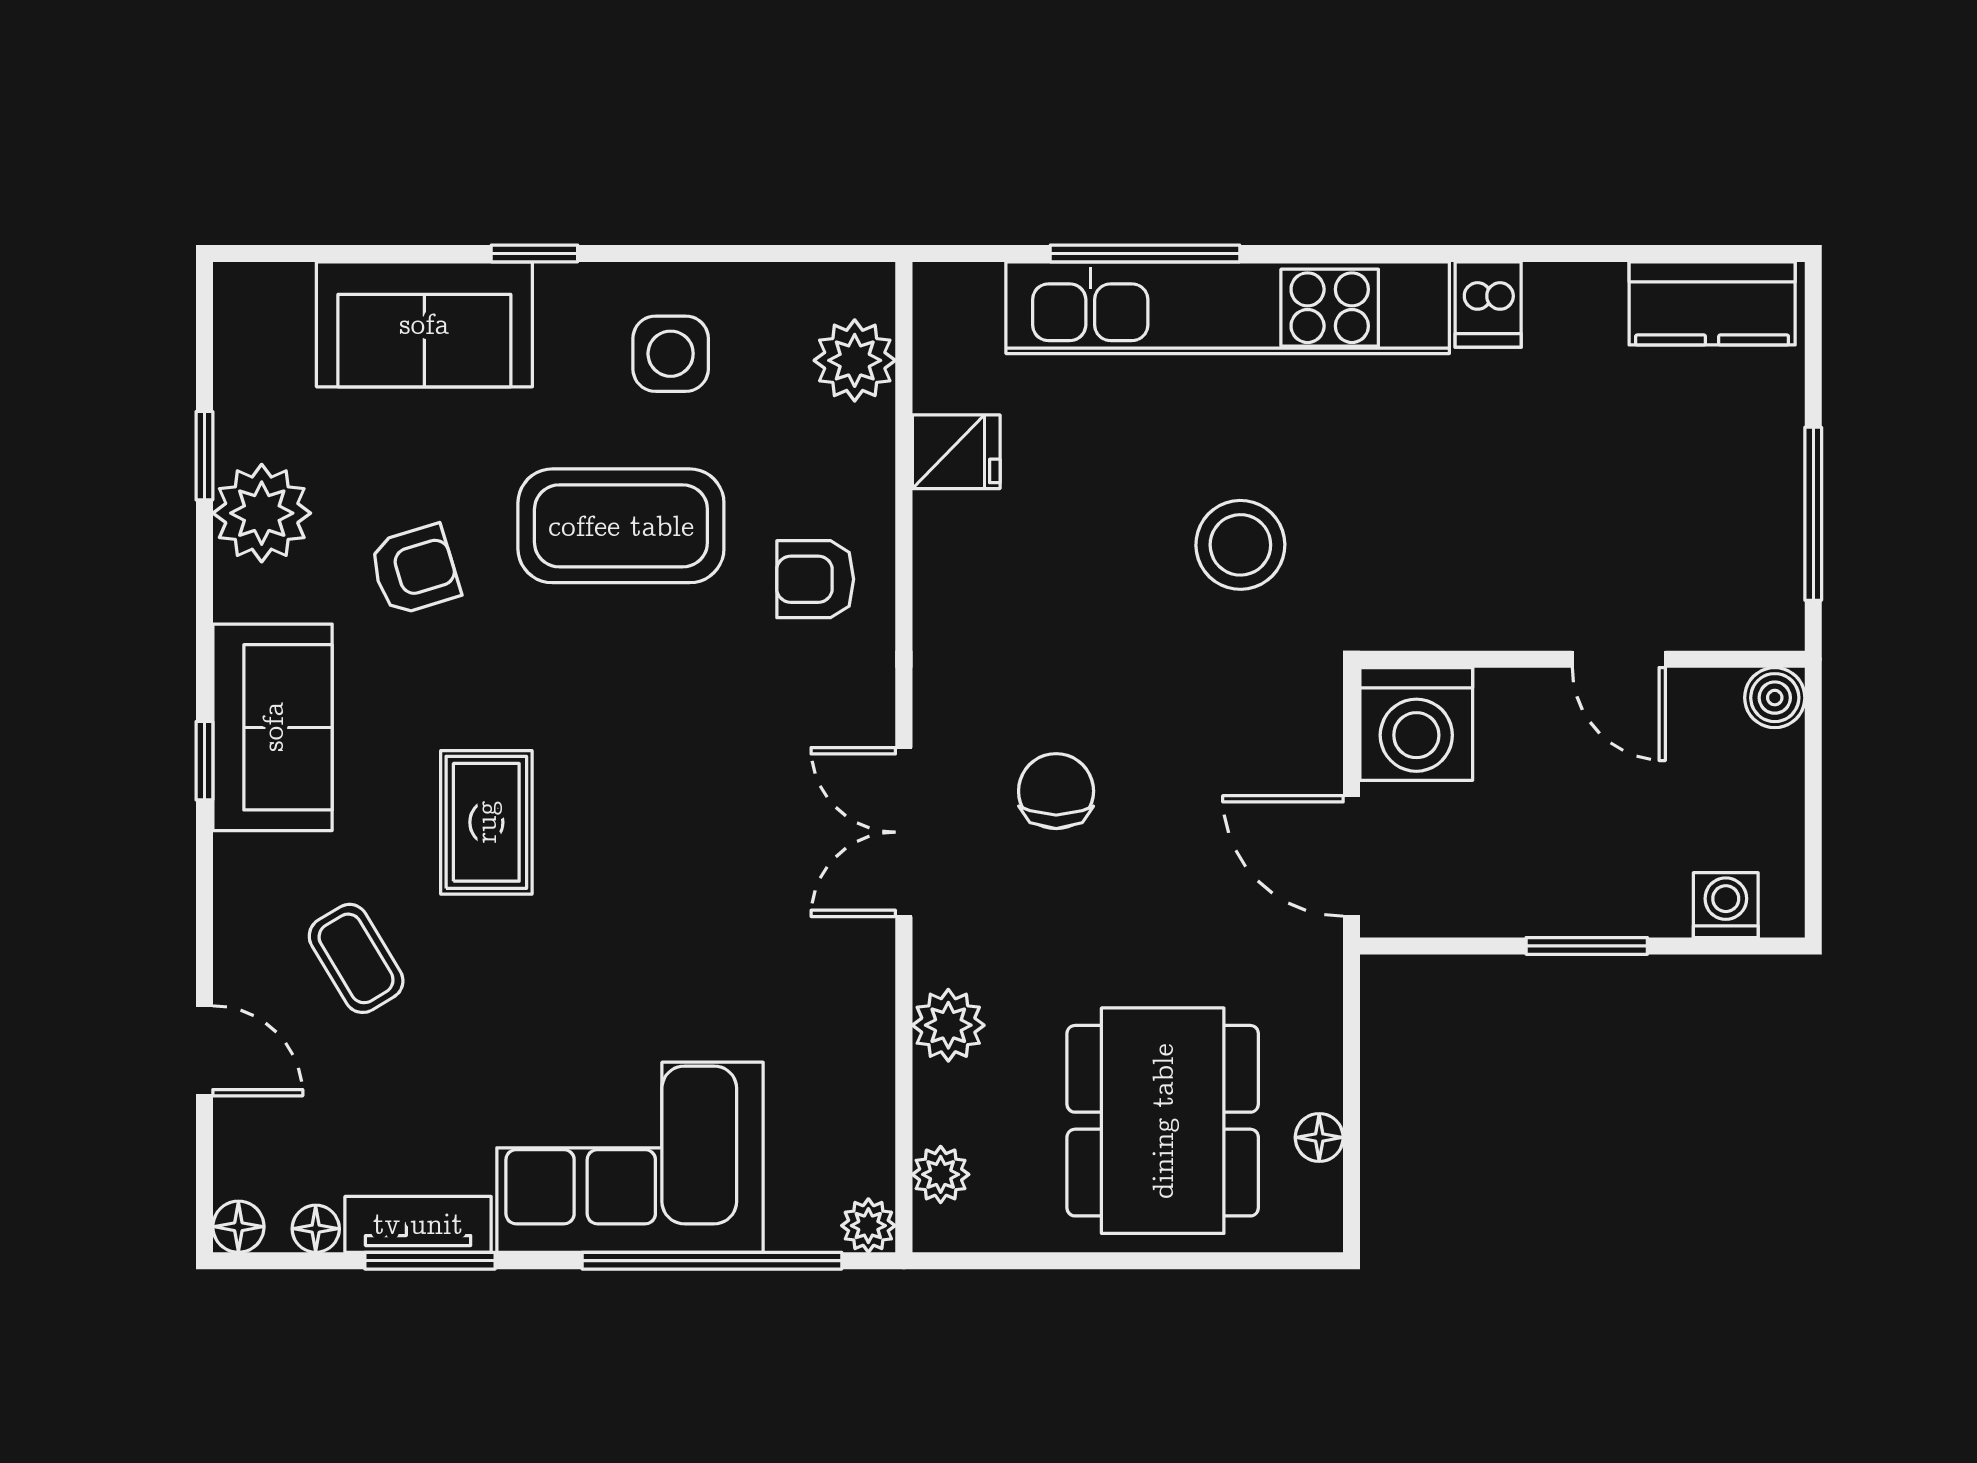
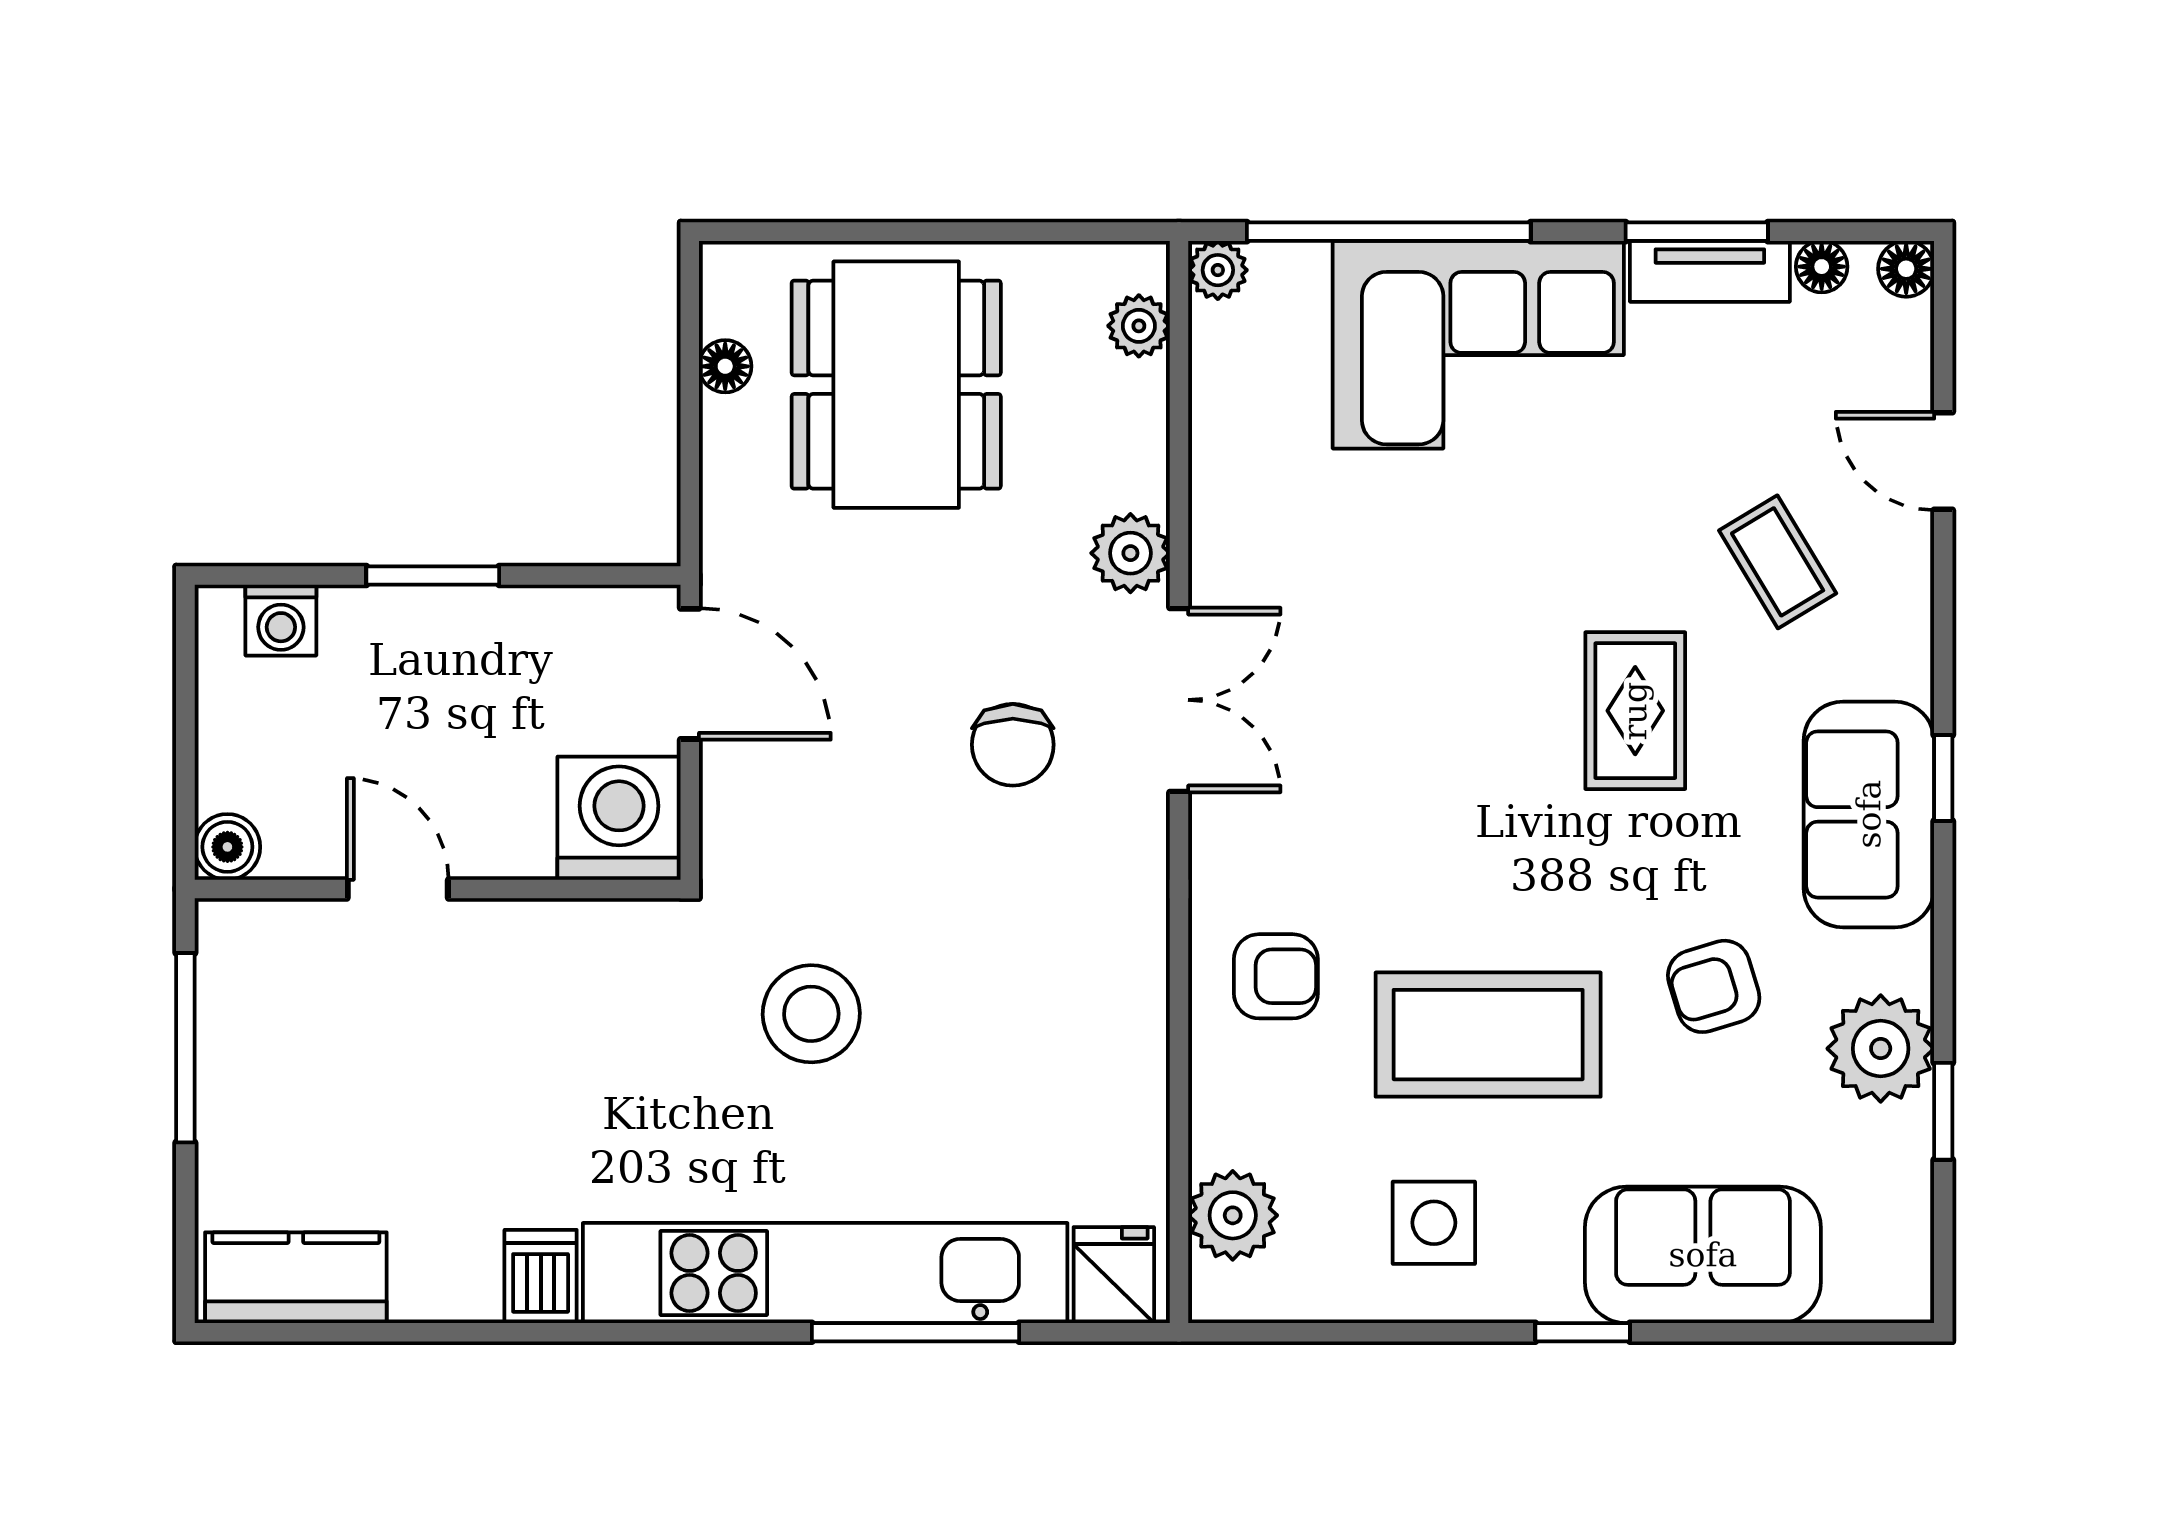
fridge: (956, 452) -> (1114, 1275), moved, turned 90
plant: (948, 1025) -> (1130, 553), moved

